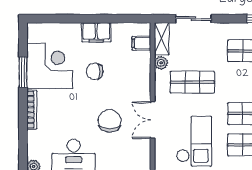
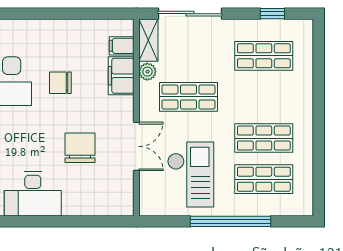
sliding door: (193, 19) -> (190, 14), width x1.37
filing cabinet: (96, 32) -> (121, 76), moved, turned 90
double door: (153, 120) -> (136, 146), swing flipped

